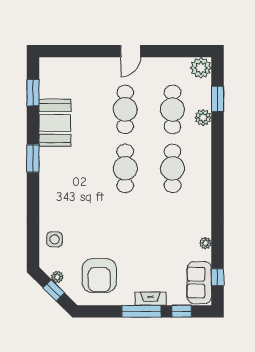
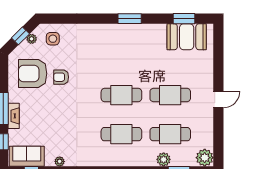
door: (131, 51) -> (218, 99), swing flipped
booth: (55, 123) -> (187, 37), moved
side table: (55, 239) -> (53, 39), moved
armchair: (104, 241) -> (61, 77), added

